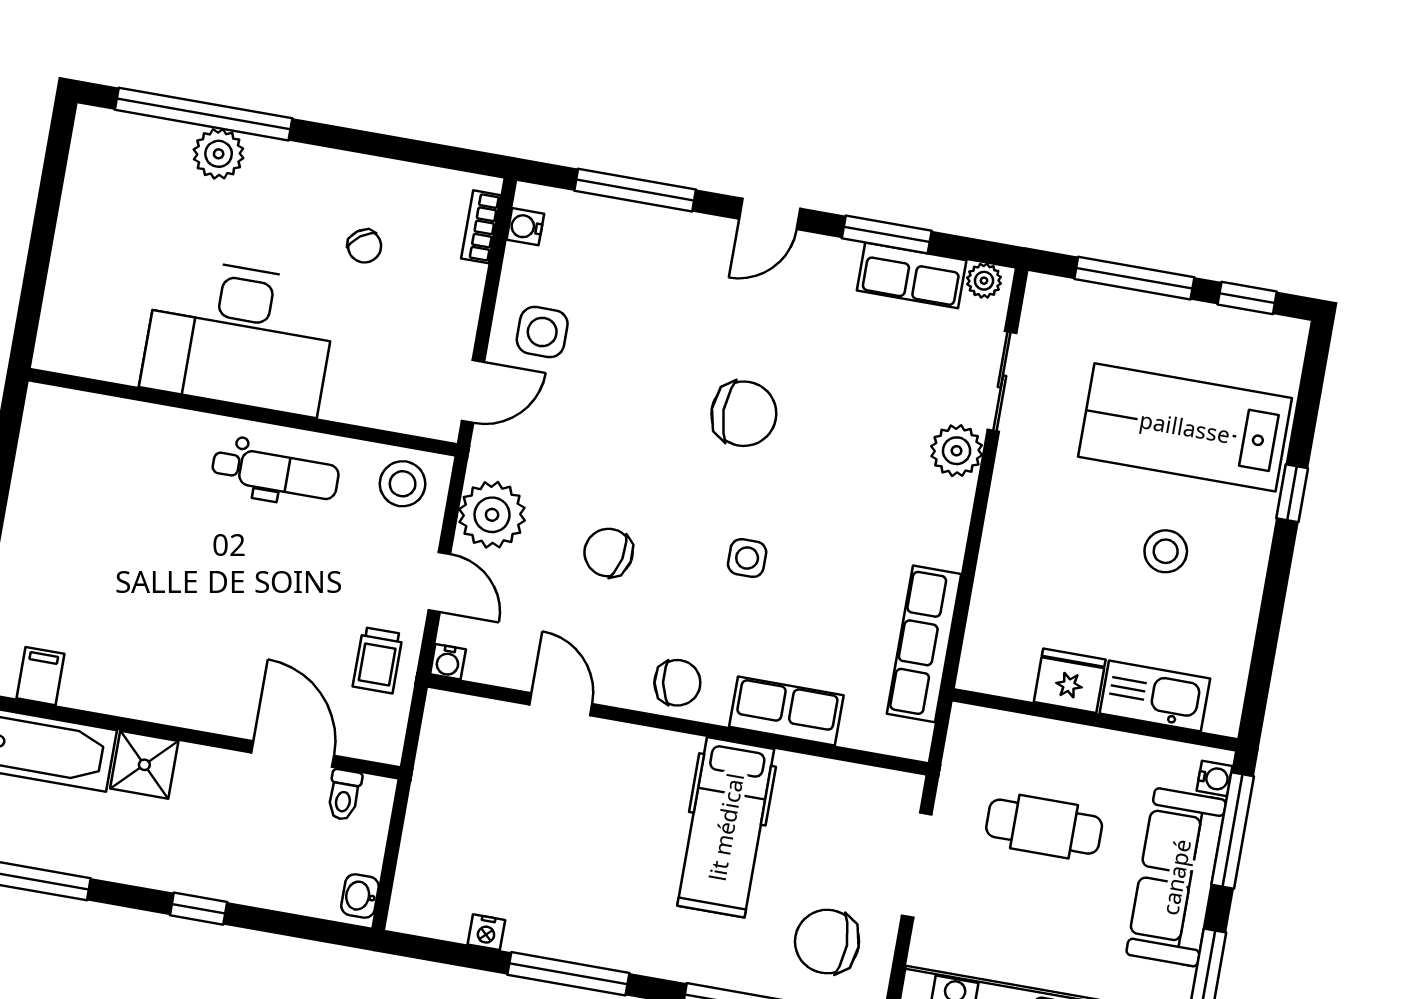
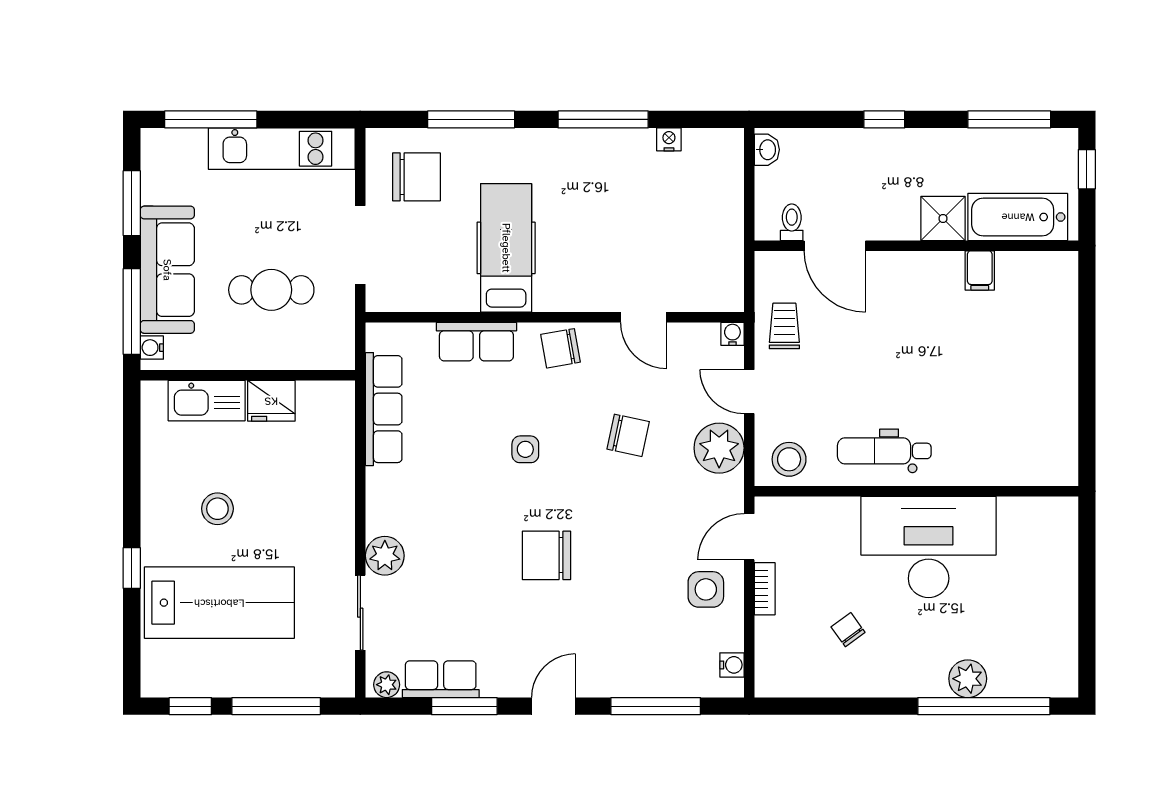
bookcase: (481, 227) -> (765, 589), moved
filing cabinet: (41, 676) -> (980, 270), moved

